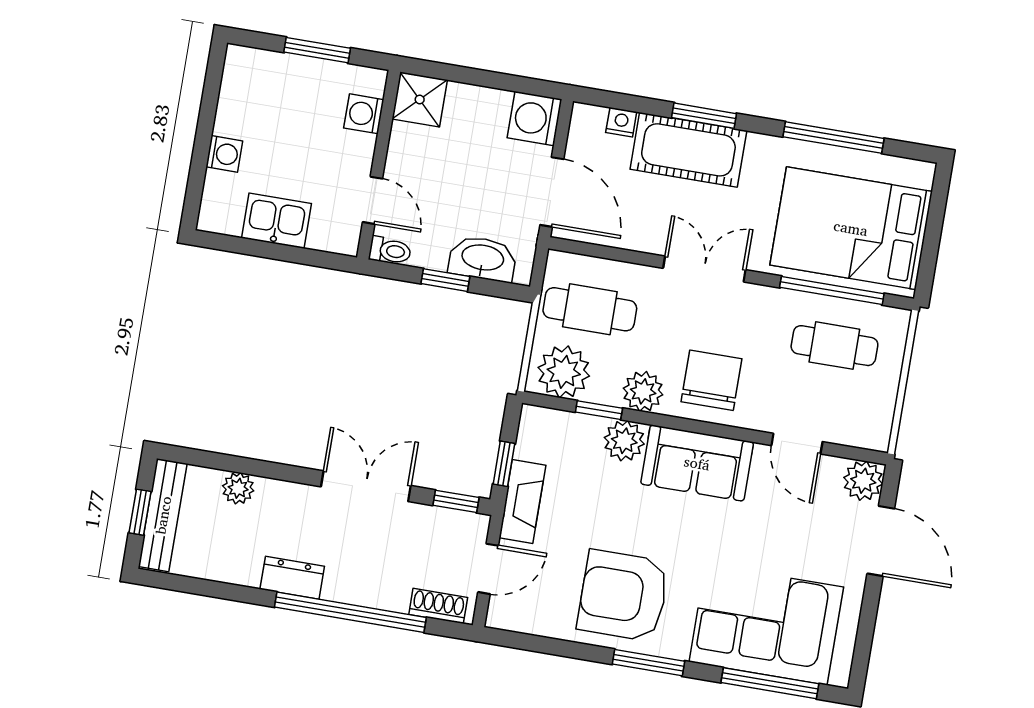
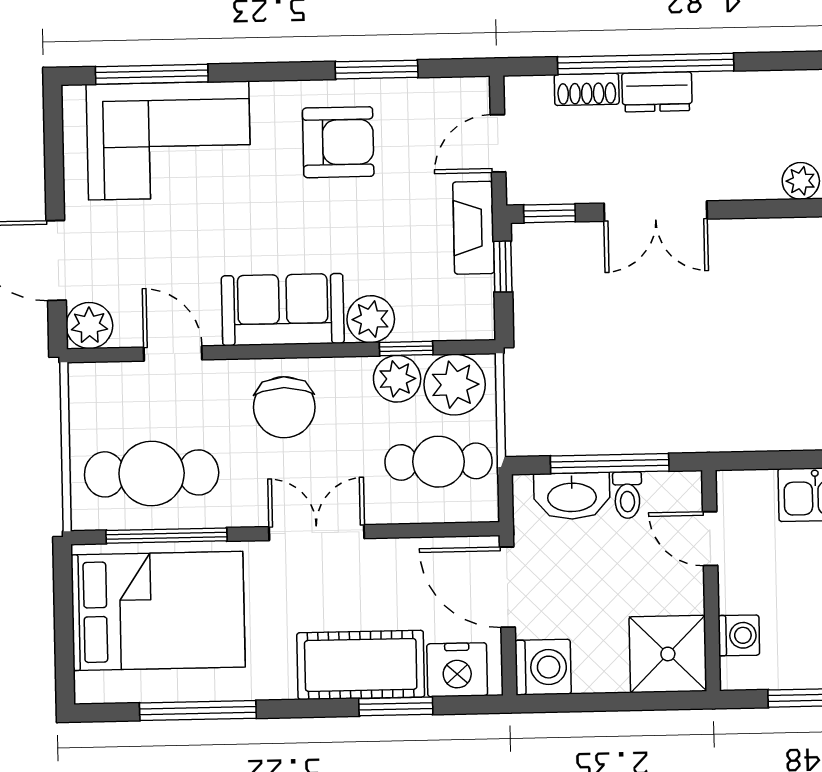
shower: (420, 99) -> (668, 654), width x1.36, depth x1.36
window: (704, 116) -> (396, 706), moved
nightstand: (621, 122) -> (457, 670), width x1.89, depth x1.79
toilet: (390, 251) -> (627, 495), moved, turned -90
double door: (704, 269) -> (317, 533), swing flipped
window: (445, 280) -> (610, 464), width x2.17
cafe table: (834, 346) -> (152, 473), width x1.37, depth x1.35
plant: (643, 391) -> (397, 379), moved
dresser: (292, 578) -> (657, 92), moved
armchair: (623, 596) -> (338, 142), width x0.73, depth x0.73
shoe rack: (438, 606) -> (587, 89), moved
window: (648, 663) -> (377, 70), moved

